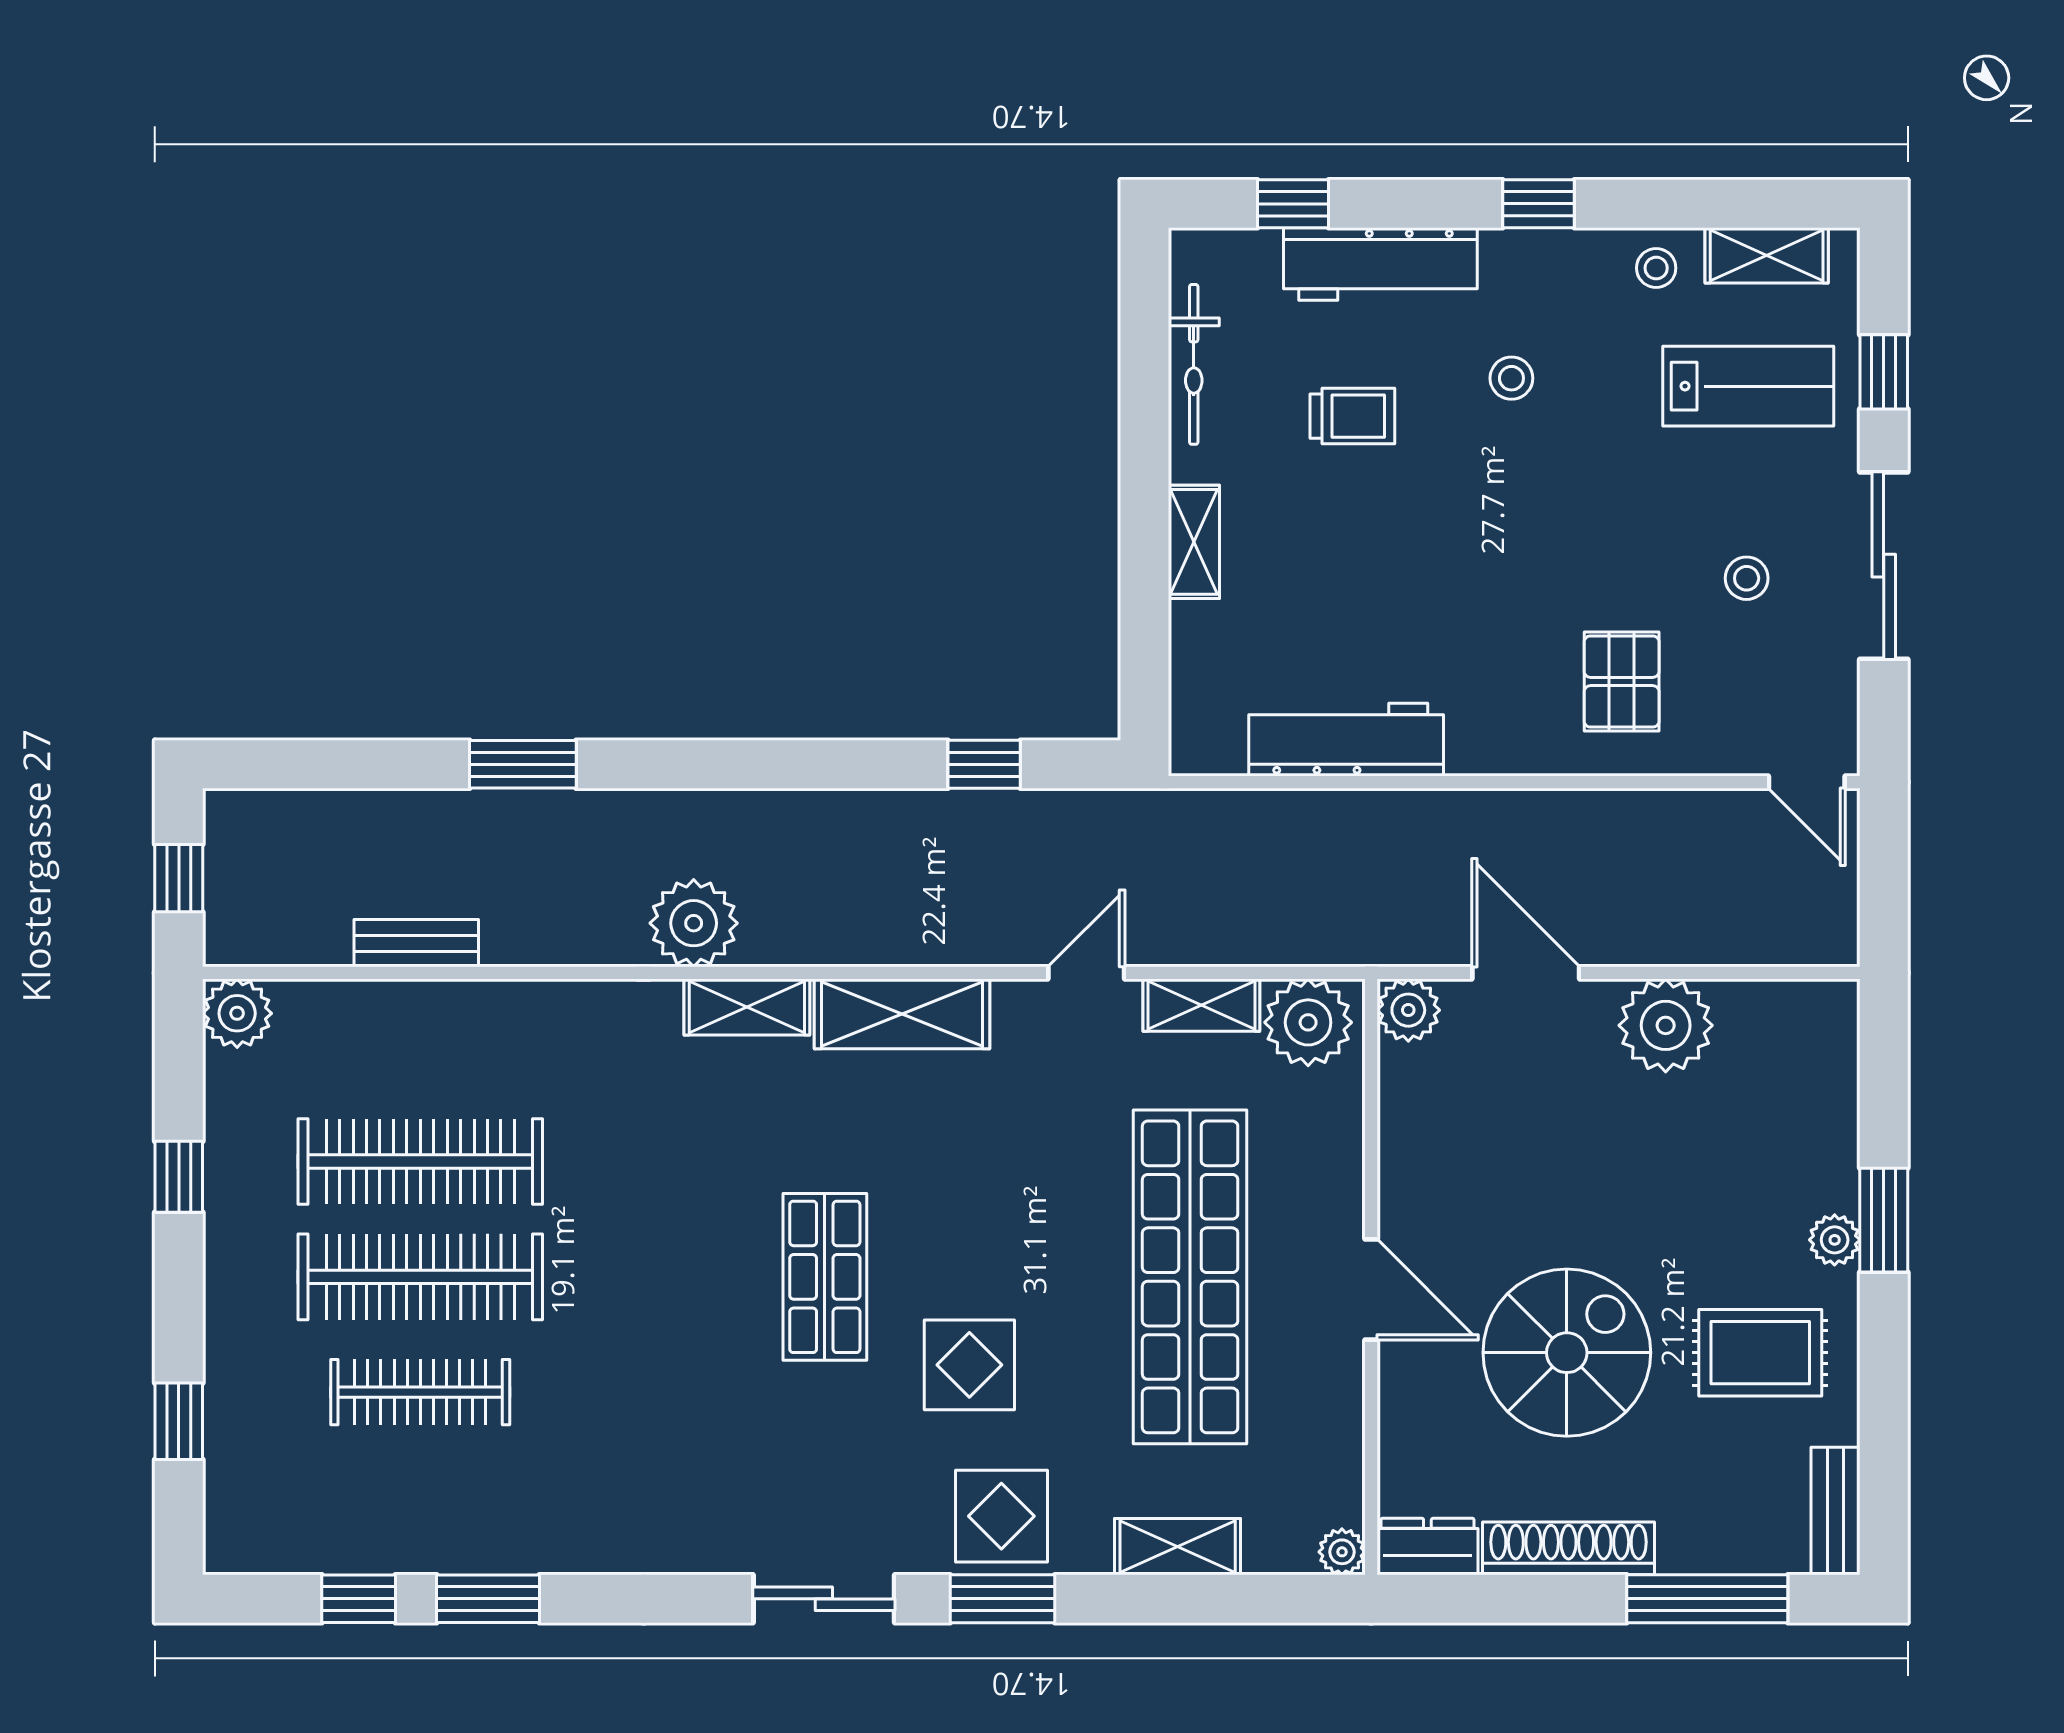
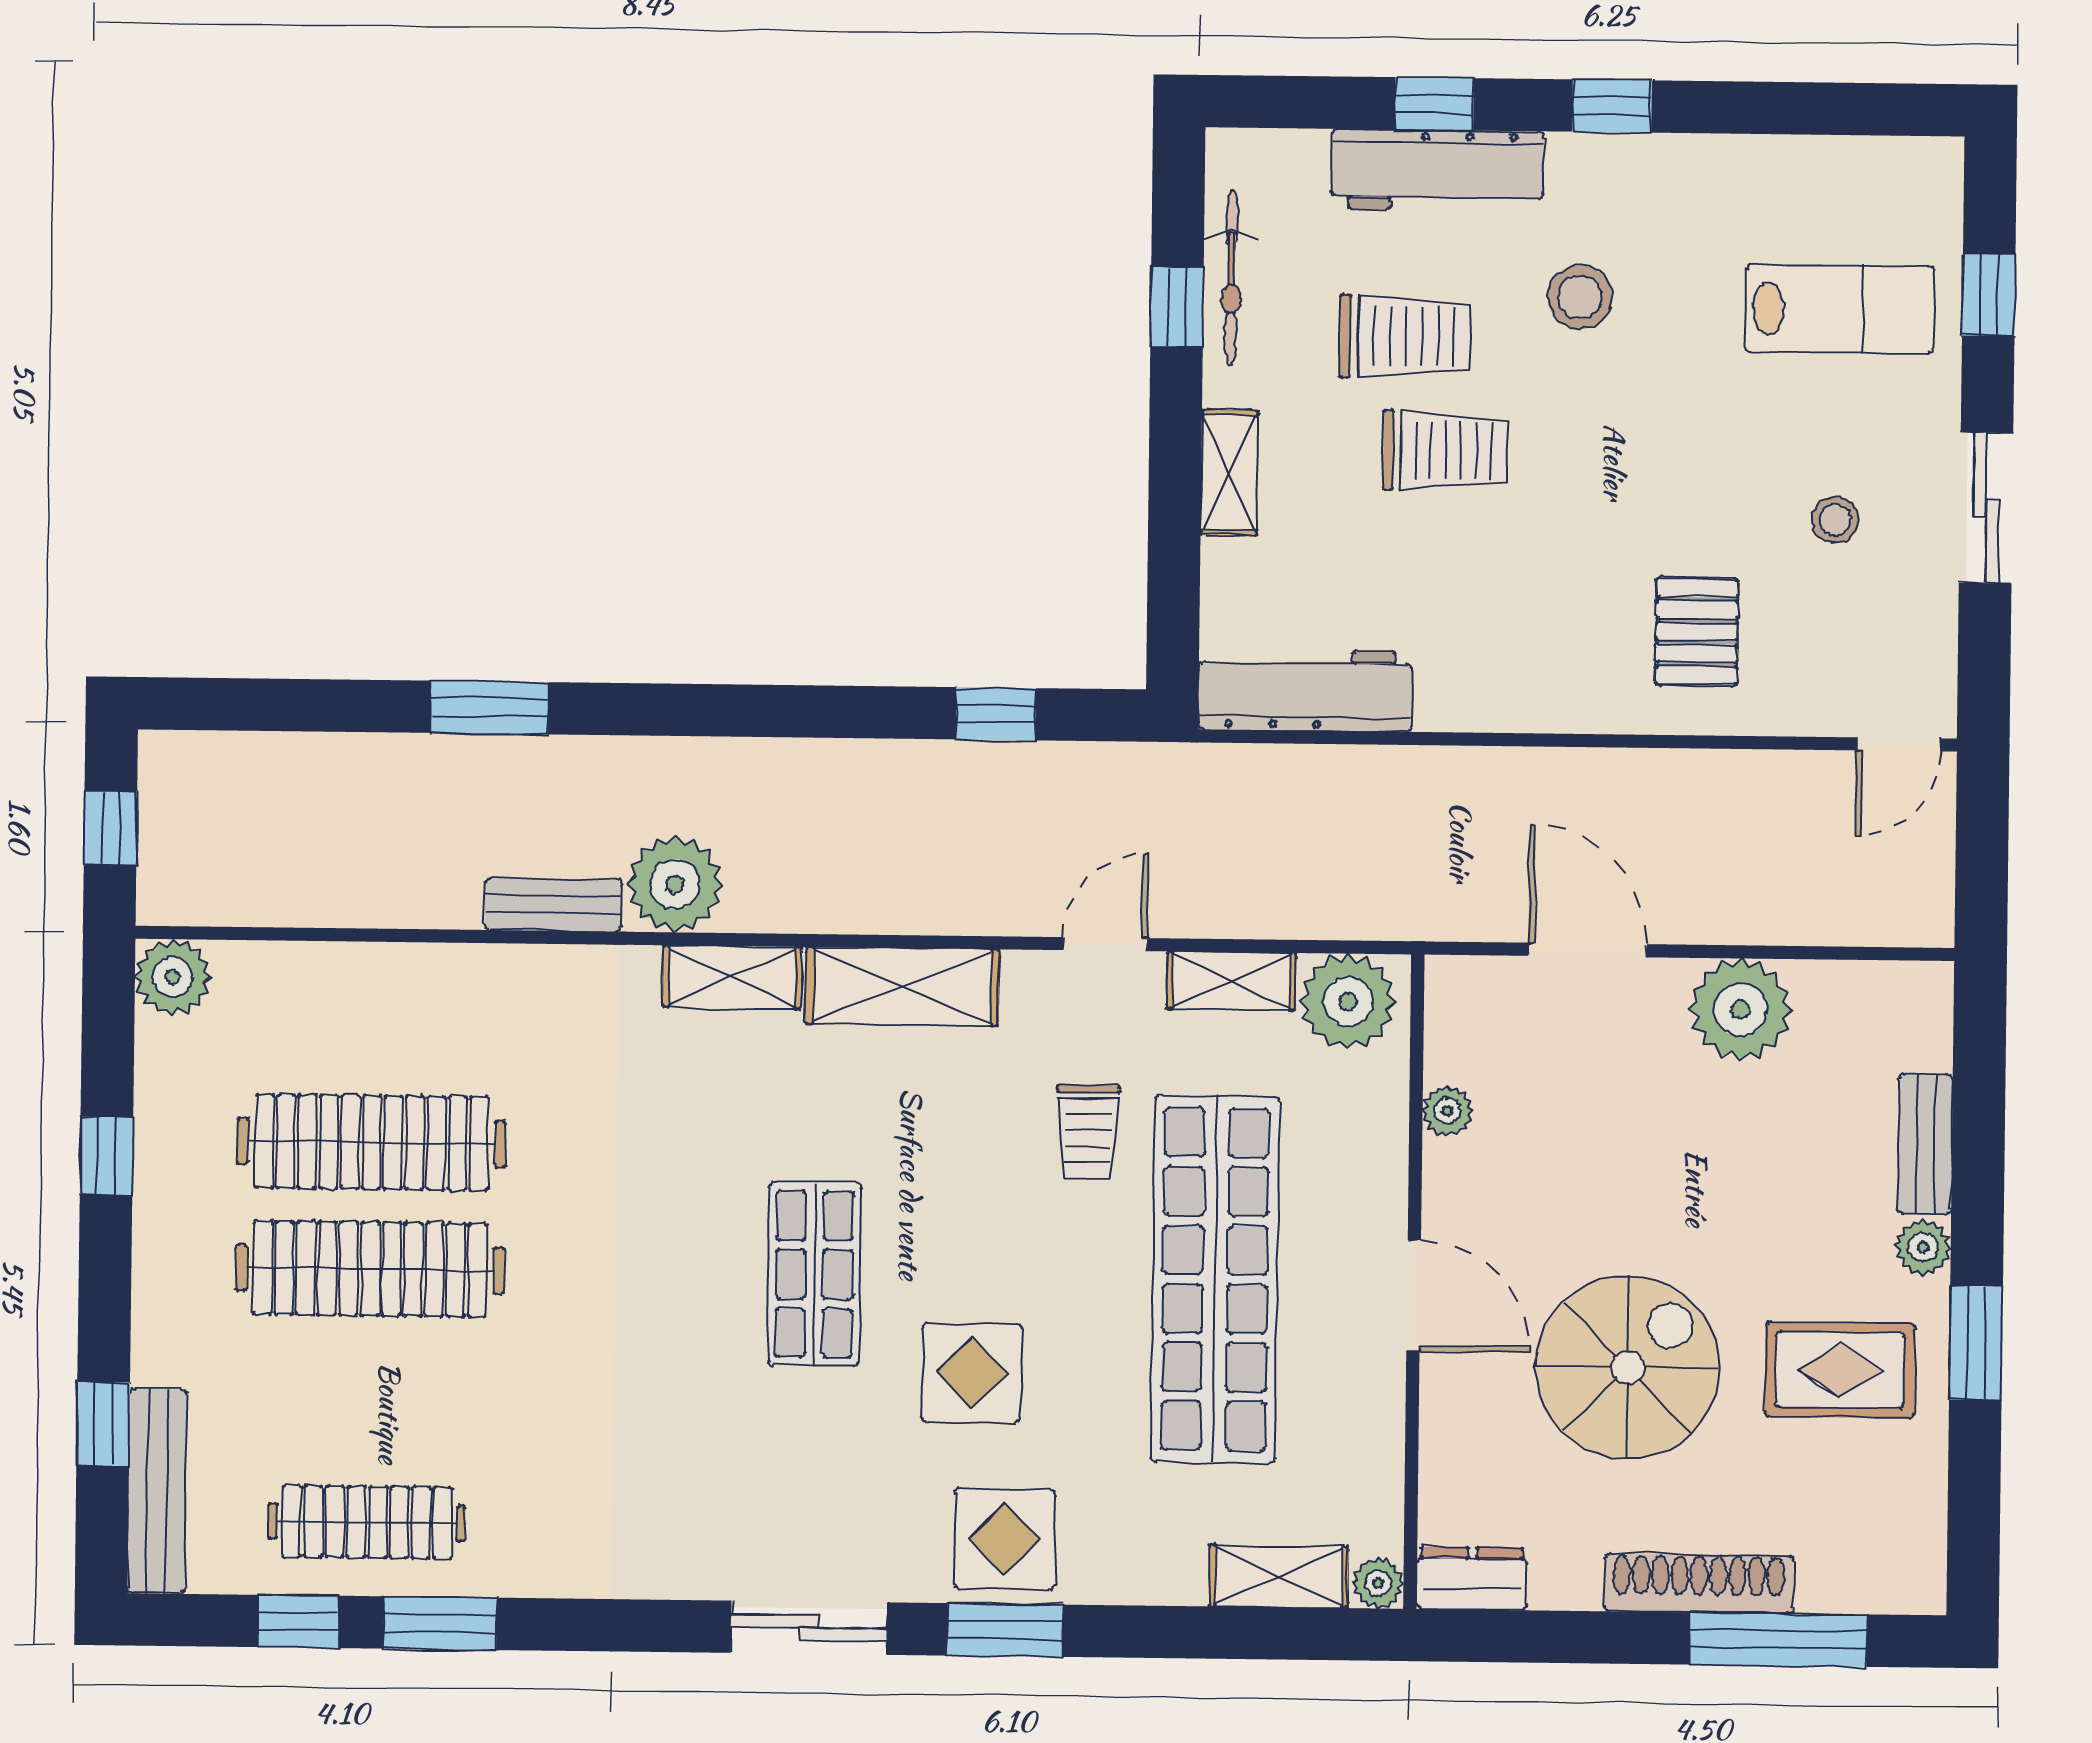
window: (1293, 204) -> (1434, 104), moved
shelving: (1767, 255) -> (1862, 166), removed
stool: (1656, 268) -> (1740, 178), removed
stool: (1511, 378) -> (1580, 297), width x1.37, depth x1.37
window: (1145, 392) -> (1177, 307), added
trolley: (1352, 416) -> (1405, 337), width x1.36, depth x1.39
trolley: (1390, 519) -> (1445, 450), added
sliding door: (1884, 566) -> (1986, 508), width x0.73
workbench: (1346, 740) -> (1305, 690), moved
door: (1807, 782) -> (1899, 744), hinge flipped
bench: (416, 943) -> (553, 905), moved
plant: (1408, 1010) -> (1447, 1111), moved, width x0.73, depth x0.73
trolley: (1073, 1144) -> (1088, 1132), added
window: (1884, 1220) -> (1976, 1343), moved
clothes rail: (420, 1392) -> (367, 1522), moved
bench: (229, 1482) -> (157, 1491), added
bench: (1835, 1511) -> (1925, 1144), moved
shelving: (1178, 1547) -> (1279, 1576), moved
shoe rack: (1568, 1548) -> (1699, 1583), moved

